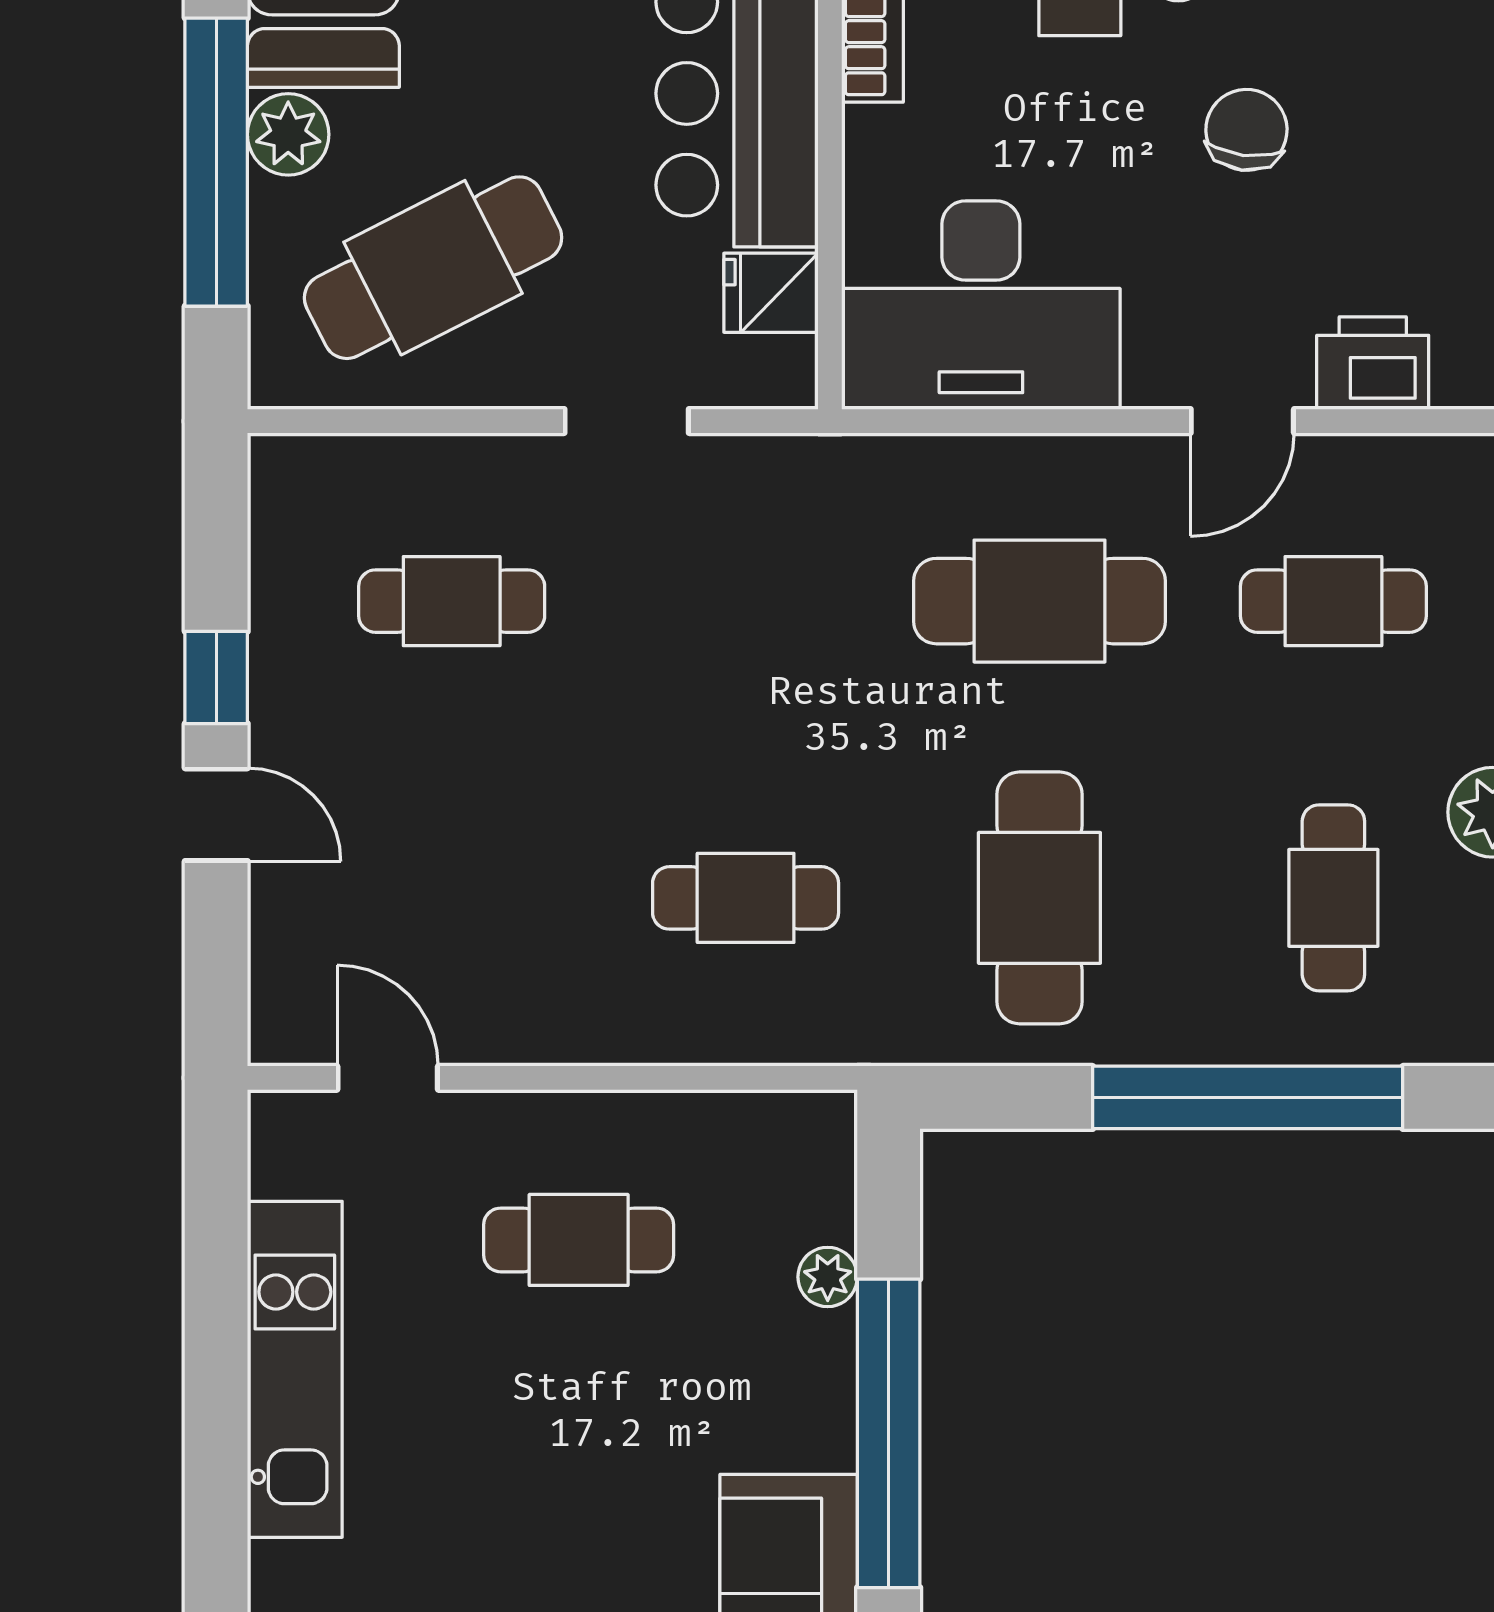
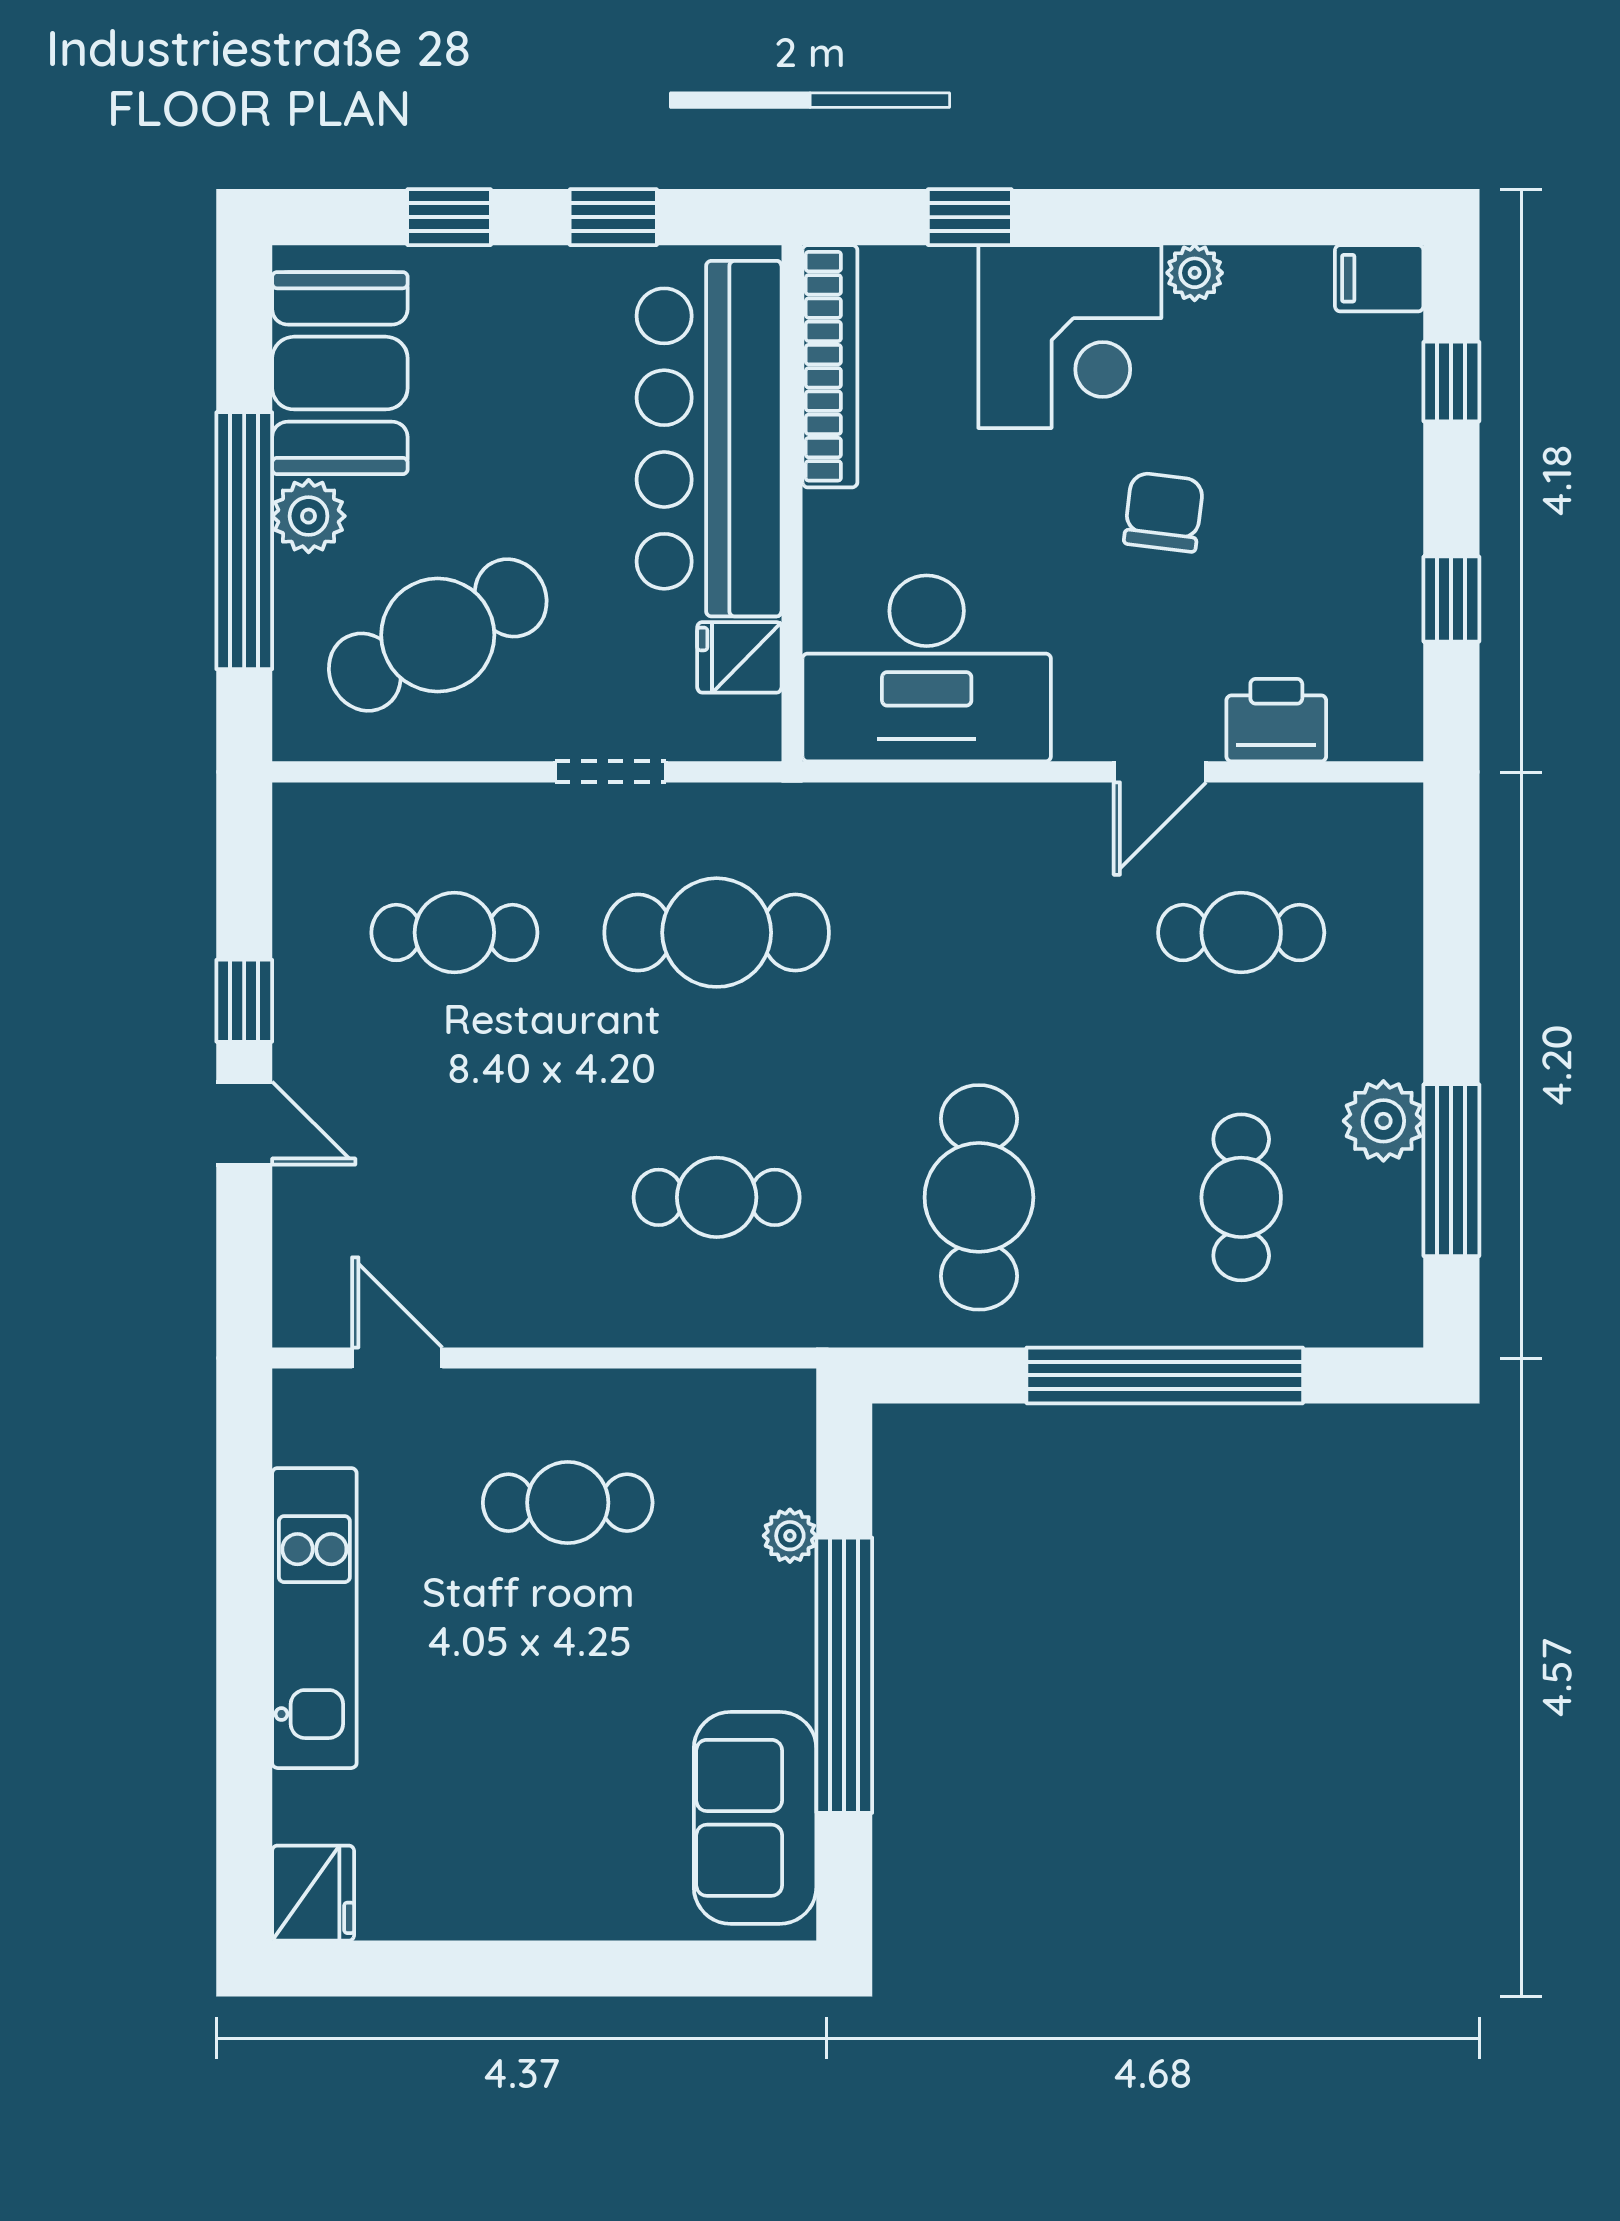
cafe table: (1039, 601) -> (717, 933), moved

